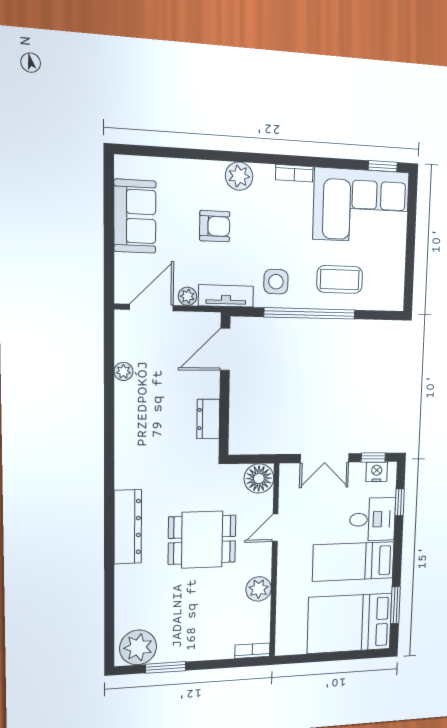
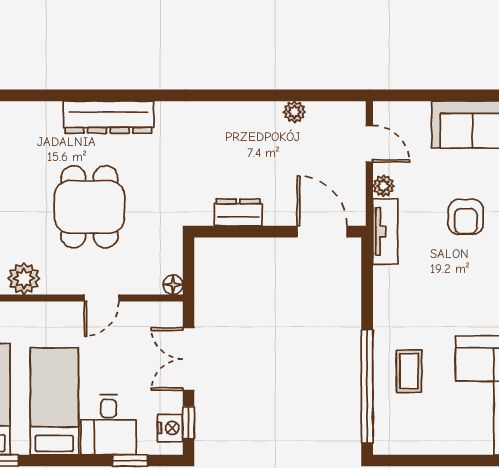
coffee table: (340, 279) -> (409, 371), width x0.73, depth x0.77
side table: (276, 282) -> (404, 292), removed
door: (151, 308) -> (369, 144), width x0.73
window: (310, 313) -> (367, 386), moved
floor lamp: (259, 478) -> (173, 285), width x0.53, depth x0.53
door: (275, 528) -> (102, 298), swing flipped

